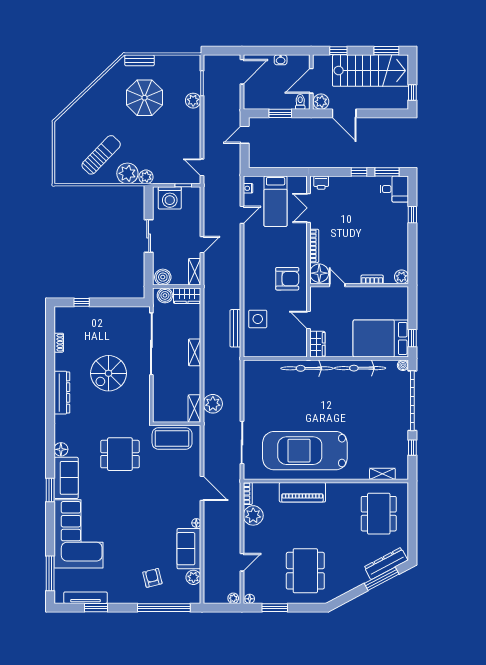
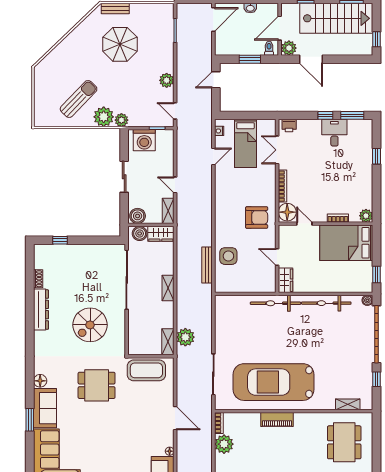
plant: (193, 101) -> (167, 80), moved
desk: (394, 189) -> (334, 133), moved, turned -90
door: (202, 245) -> (175, 185), swing flipped
bed: (381, 338) -> (346, 243), moved
spiral stairs: (109, 373) -> (90, 325), moved
dresser: (62, 393) -> (41, 310), moved
piano: (302, 492) -> (277, 420), width x0.73, depth x0.75

